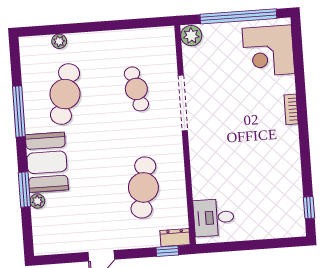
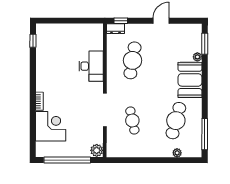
corner desk: (268, 51) -> (51, 126), moved
window: (19, 111) -> (205, 134), moved
window: (24, 190) -> (205, 44), moved
desk: (214, 218) -> (91, 66), moved, width x1.37

